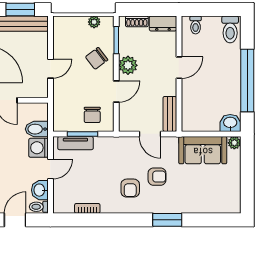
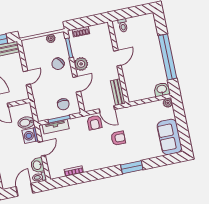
dresser: (163, 23) -> (100, 29), removed
toilet: (230, 29) -> (148, 23), removed
sofa: (203, 150) -> (169, 137), moved, turned 90
armchair: (130, 188) -> (94, 123), moved

